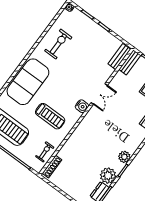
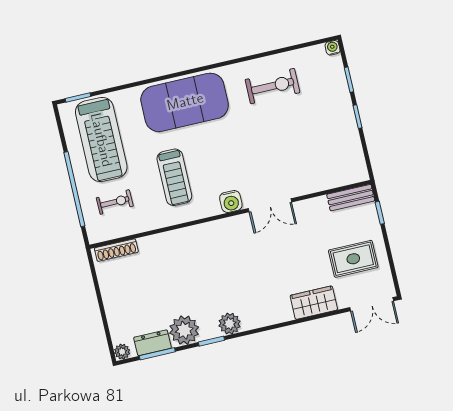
bench: (119, 57) -> (343, 177), removed
exercise bike: (45, 152) -> (115, 202), moved

